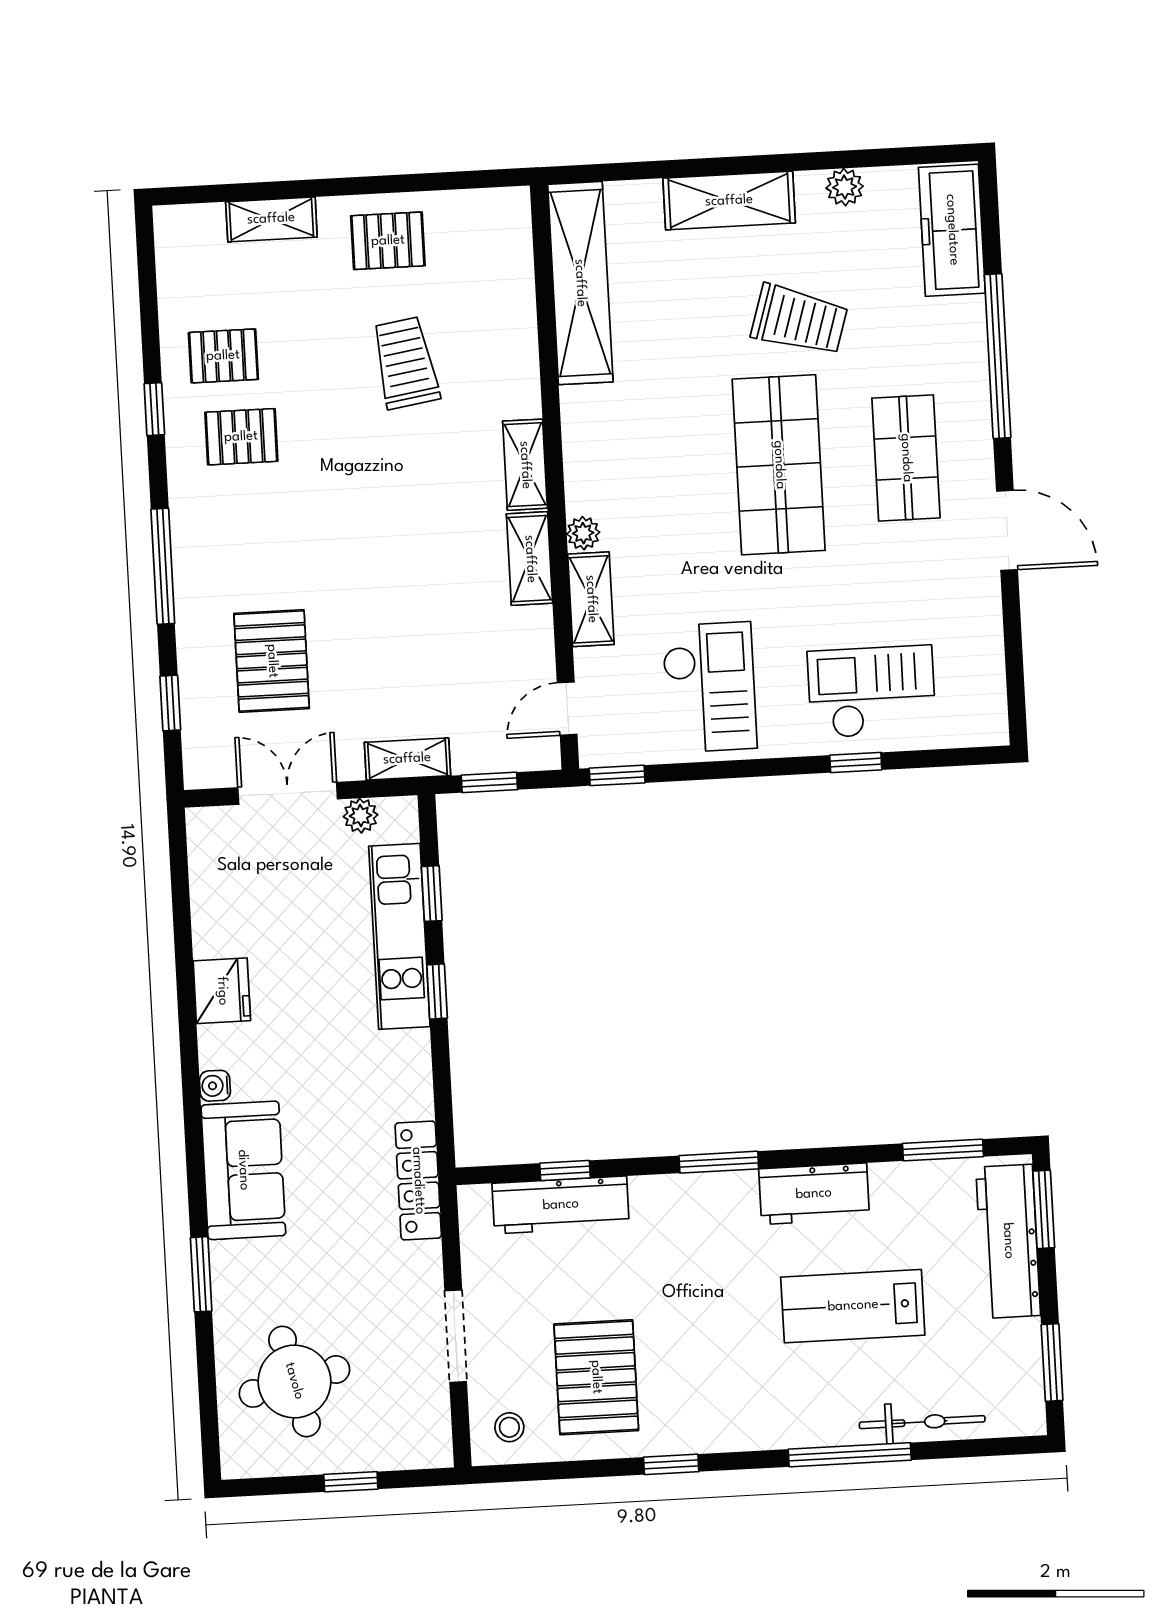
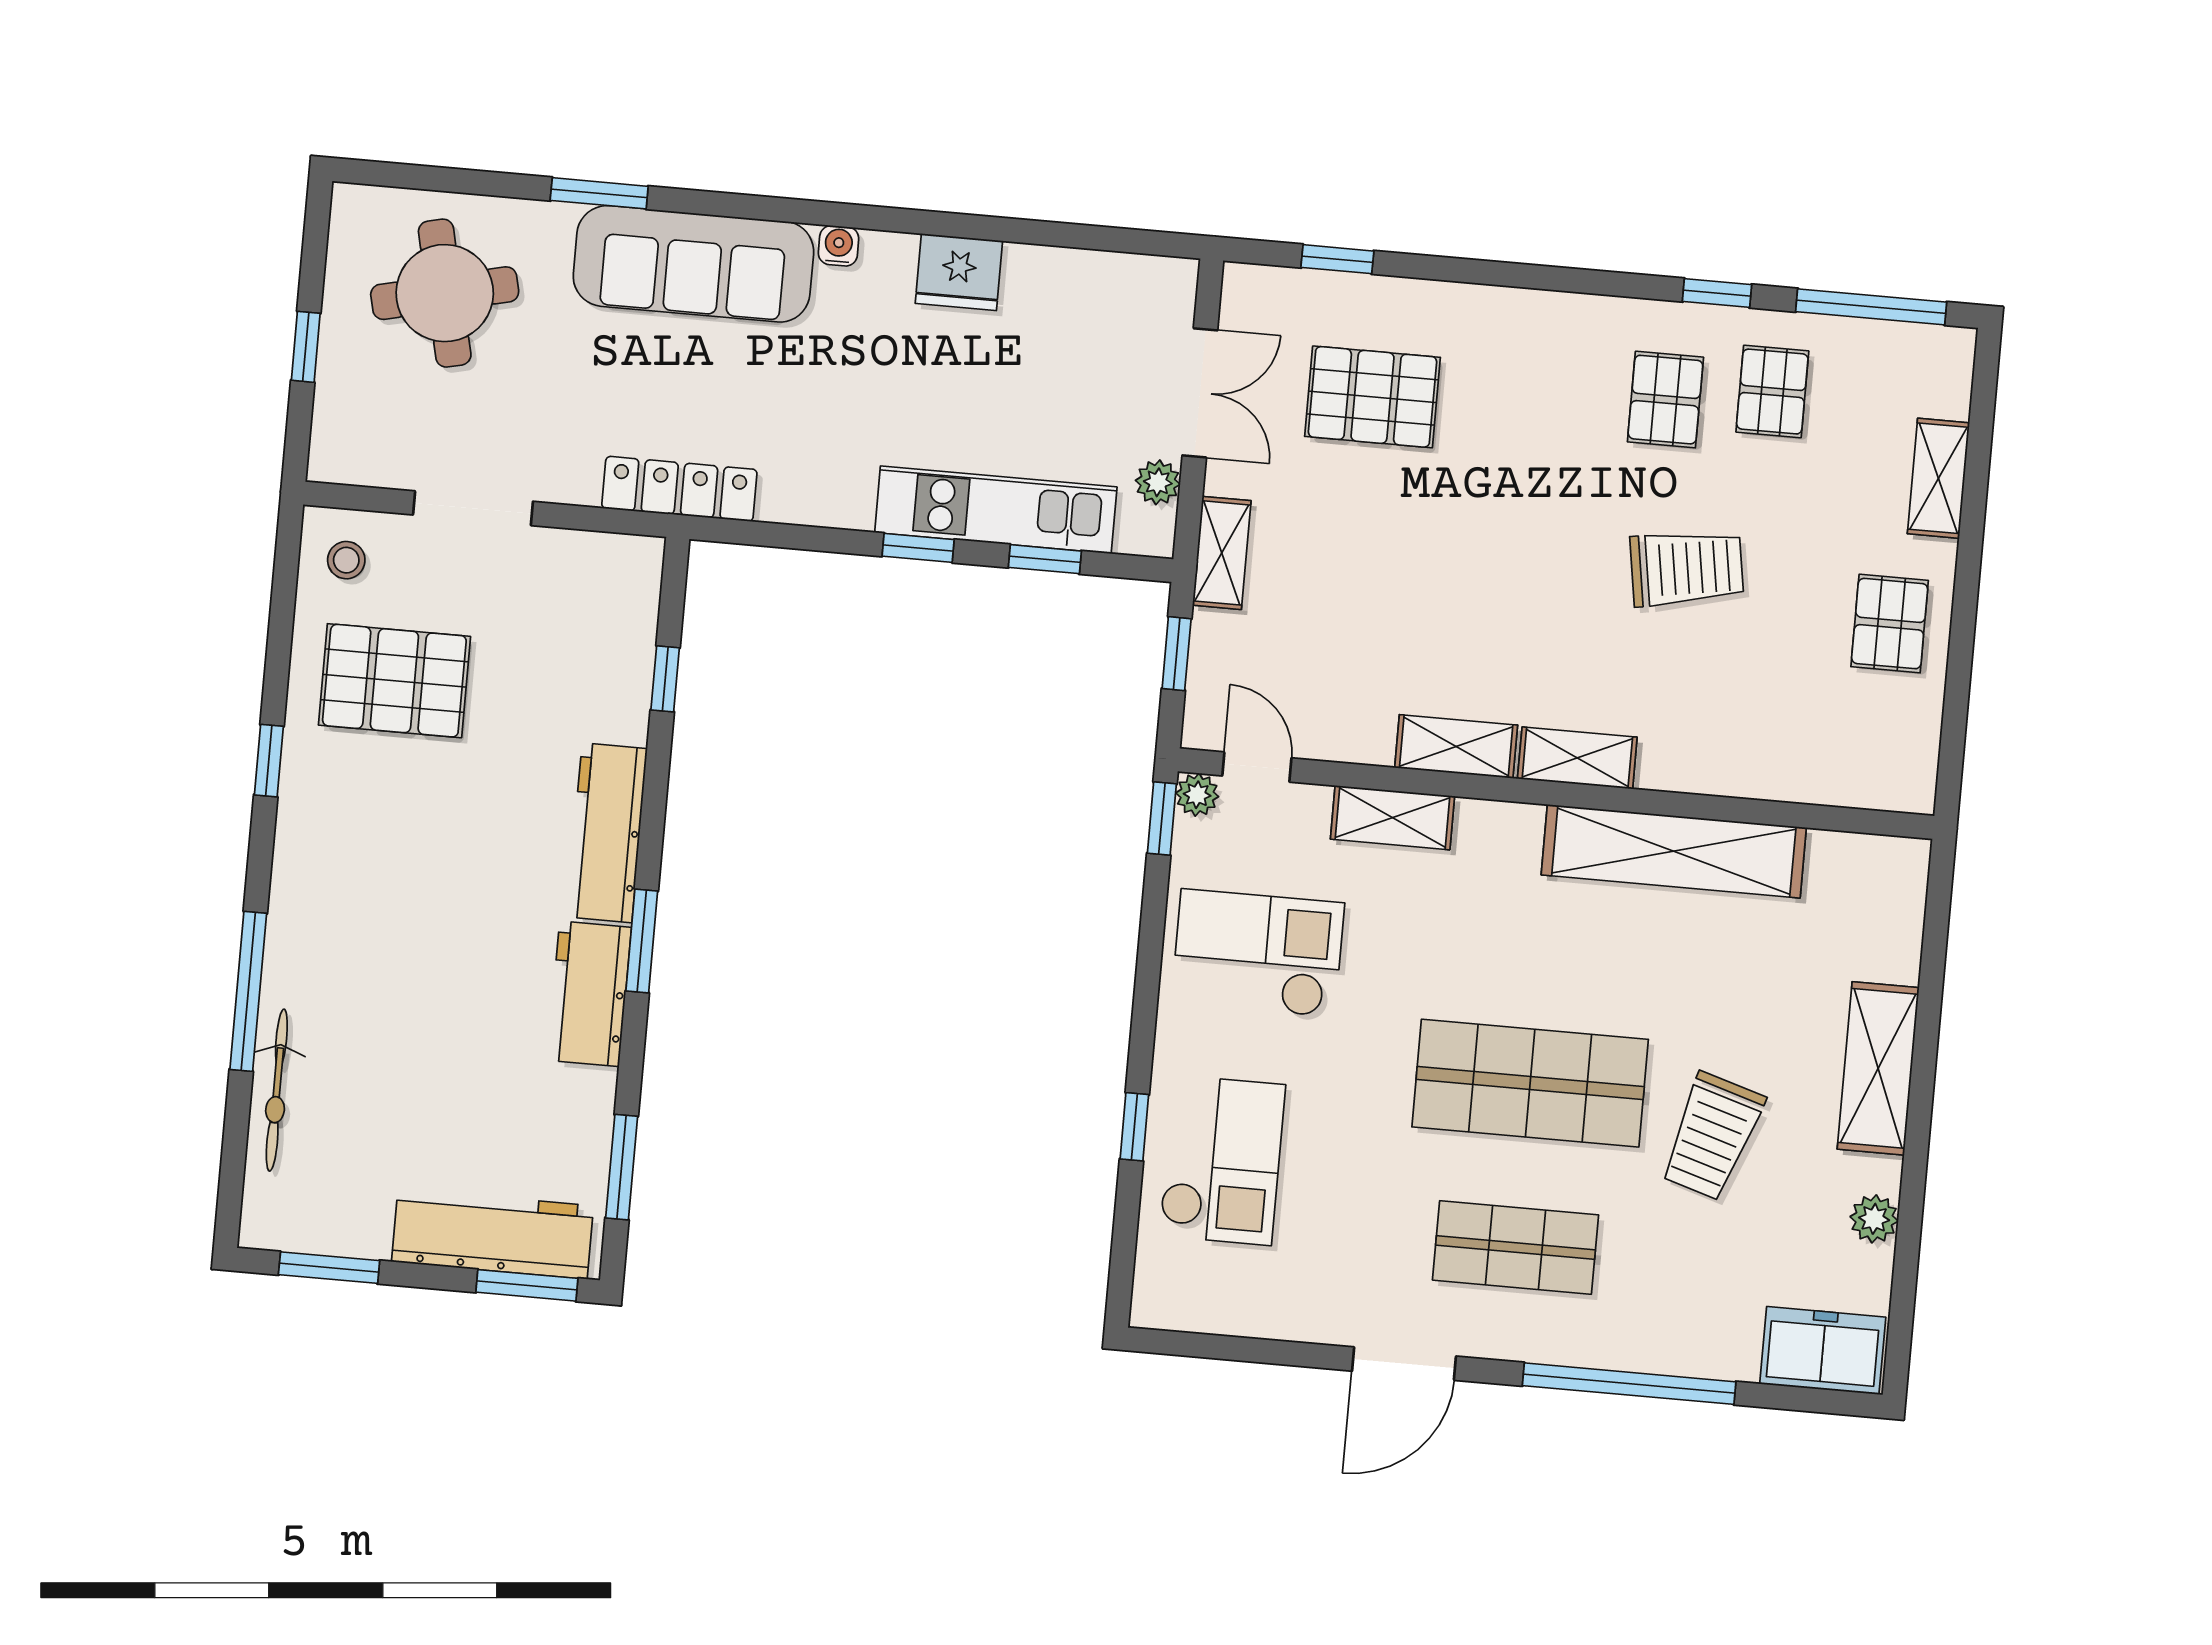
freezer: (952, 230) -> (1823, 1350), width x0.71
shelving: (580, 283) -> (1674, 851), moved
trolley: (405, 363) -> (1687, 568), moved
plant: (583, 533) -> (1197, 795), moved
window: (163, 566) -> (1871, 307), moved
checkout: (709, 687) -> (1258, 953), turned 180
window: (719, 1162) -> (642, 941), moved
sofa: (243, 1170) -> (693, 264), width x1.36
workbench: (561, 1205) -> (607, 833), moved
lab bench: (853, 1306) -> (438, 1023), removed

